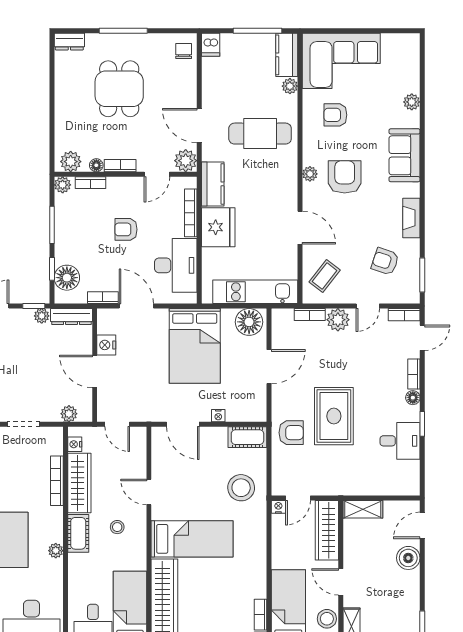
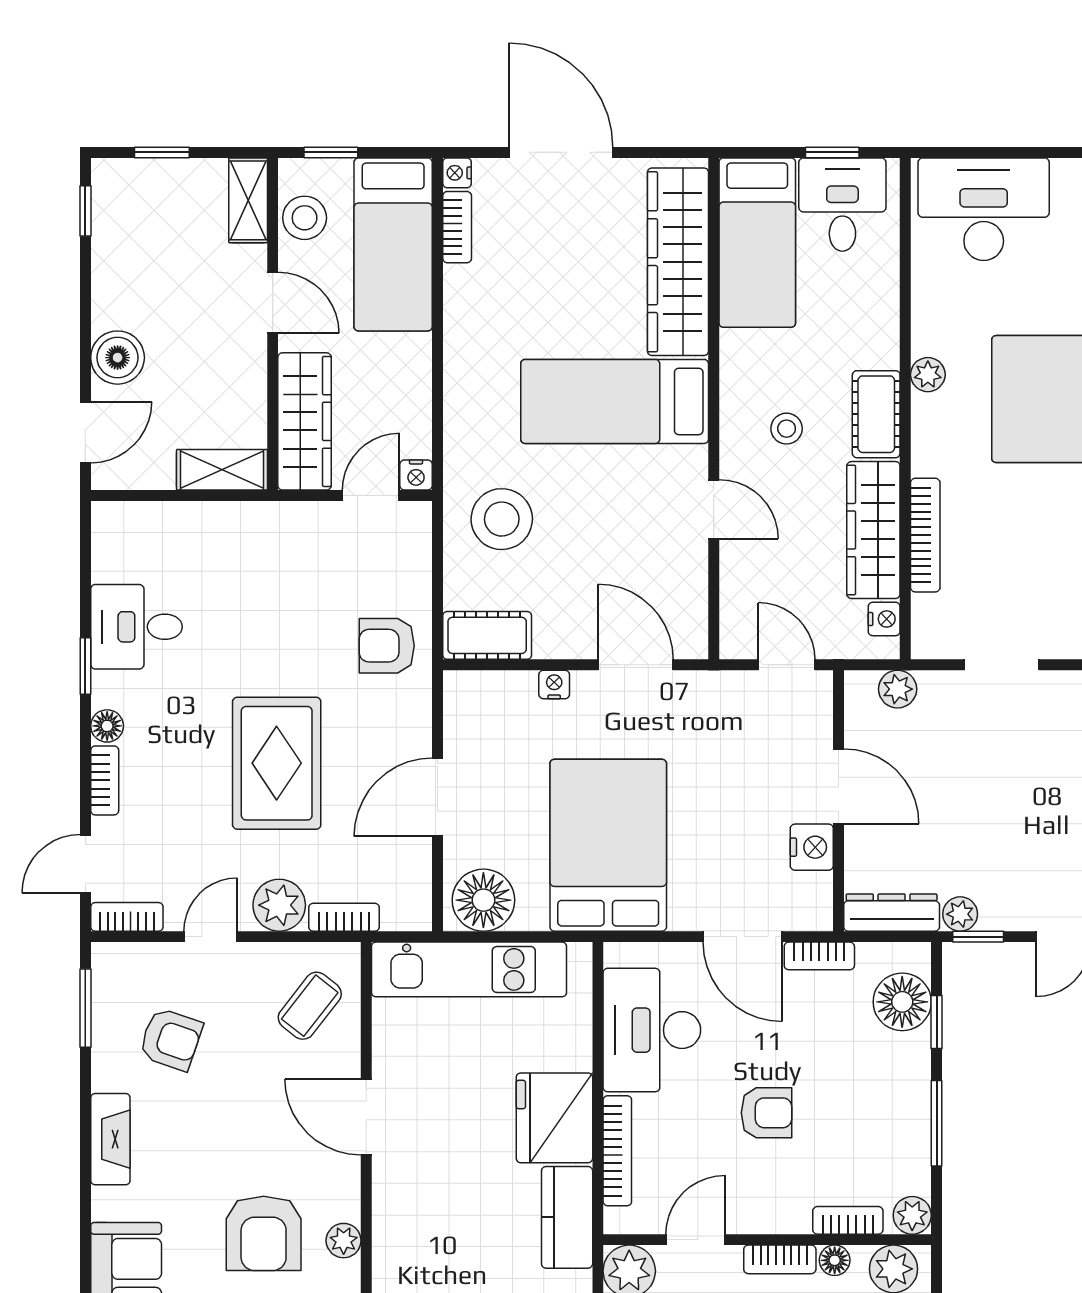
rug: (334, 416) -> (277, 763), moved

